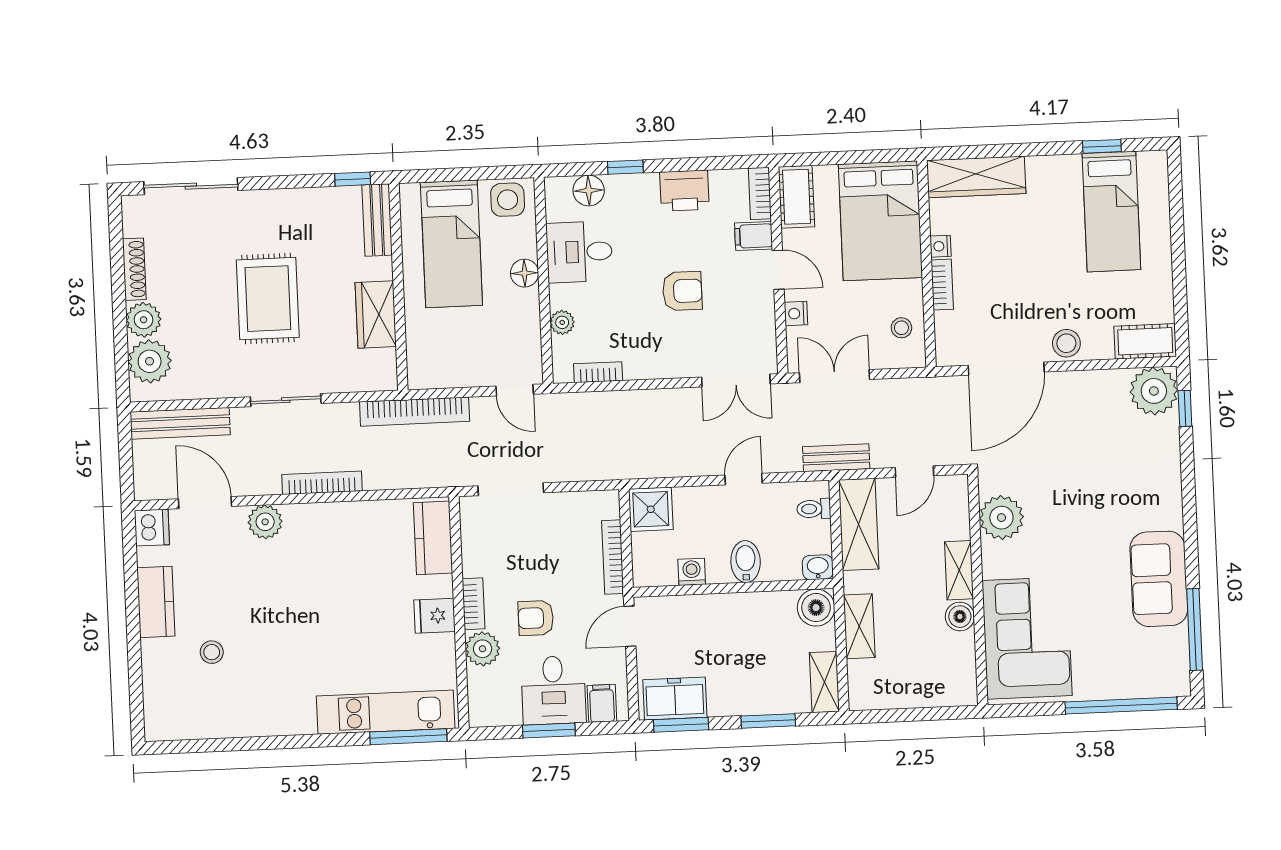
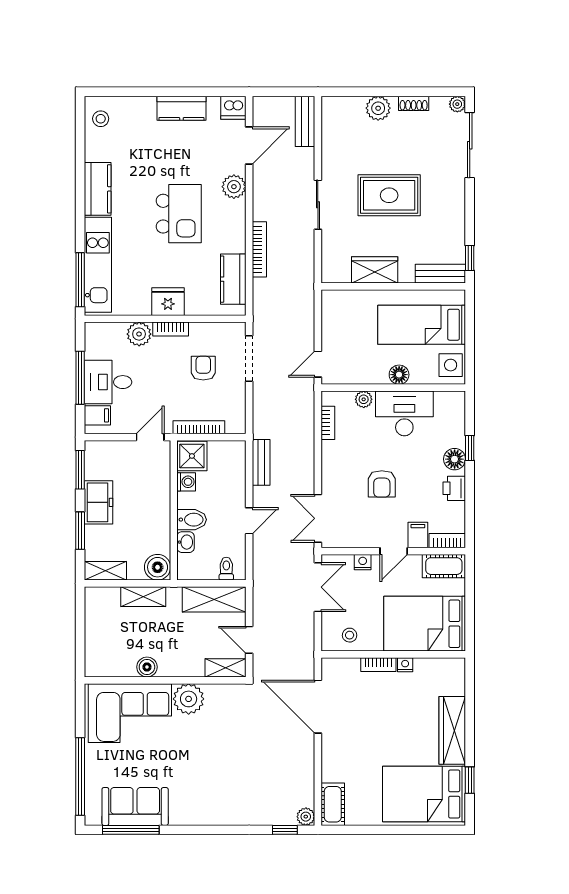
wardrobe: (976, 177) -> (452, 730), moved
floor lamp: (589, 190) -> (455, 459), moved
printer: (684, 191) -> (454, 488), width x0.73, depth x0.81
bed: (1111, 212) -> (424, 794), width x1.50
desk: (579, 252) -> (404, 413), width x1.37
shoe rack: (134, 269) -> (414, 103), width x0.70
stool: (1066, 343) -> (334, 749), removed
plant: (150, 361) -> (457, 104), moved, width x0.53, depth x0.53
plant: (1154, 391) -> (306, 817), width x0.53, depth x0.53
bookcase: (415, 412) -> (306, 294), removed
bench: (180, 423) -> (305, 121), width x0.73
bench: (836, 458) -> (261, 462), moved
door: (744, 479) -> (249, 521), hinge flipped
bookcase: (322, 483) -> (259, 249), moved
shower: (651, 509) -> (192, 456), moved
plant: (1001, 518) -> (189, 699), moved
kitchen counter: (433, 538) -> (233, 279), moved, turned -90
washbasin: (818, 567) -> (186, 542), moved
shelving: (959, 570) -> (225, 668), moved
sofa: (1159, 579) -> (135, 806), moved
kitchen island: (307, 599) -> (179, 214), added
fridge: (435, 616) -> (168, 302), width x1.38
armchair: (536, 618) -> (203, 368), moved
door: (630, 626) -> (150, 437), hinge flipped
stool: (212, 652) -> (101, 119), moved
freezer: (675, 699) -> (99, 502), moved
kitchen counter: (277, 717) -> (98, 189), added
window: (549, 731) -> (80, 378), width x1.44

